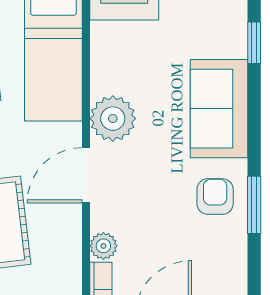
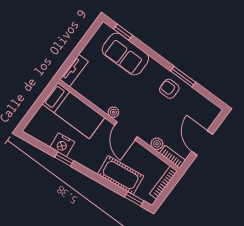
sofa: (219, 109) -> (125, 54), moved
plant: (113, 119) -> (113, 112), width x0.53, depth x0.53

